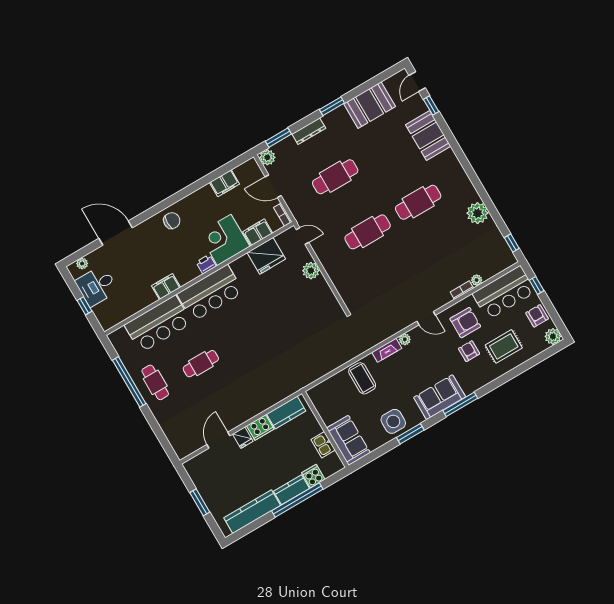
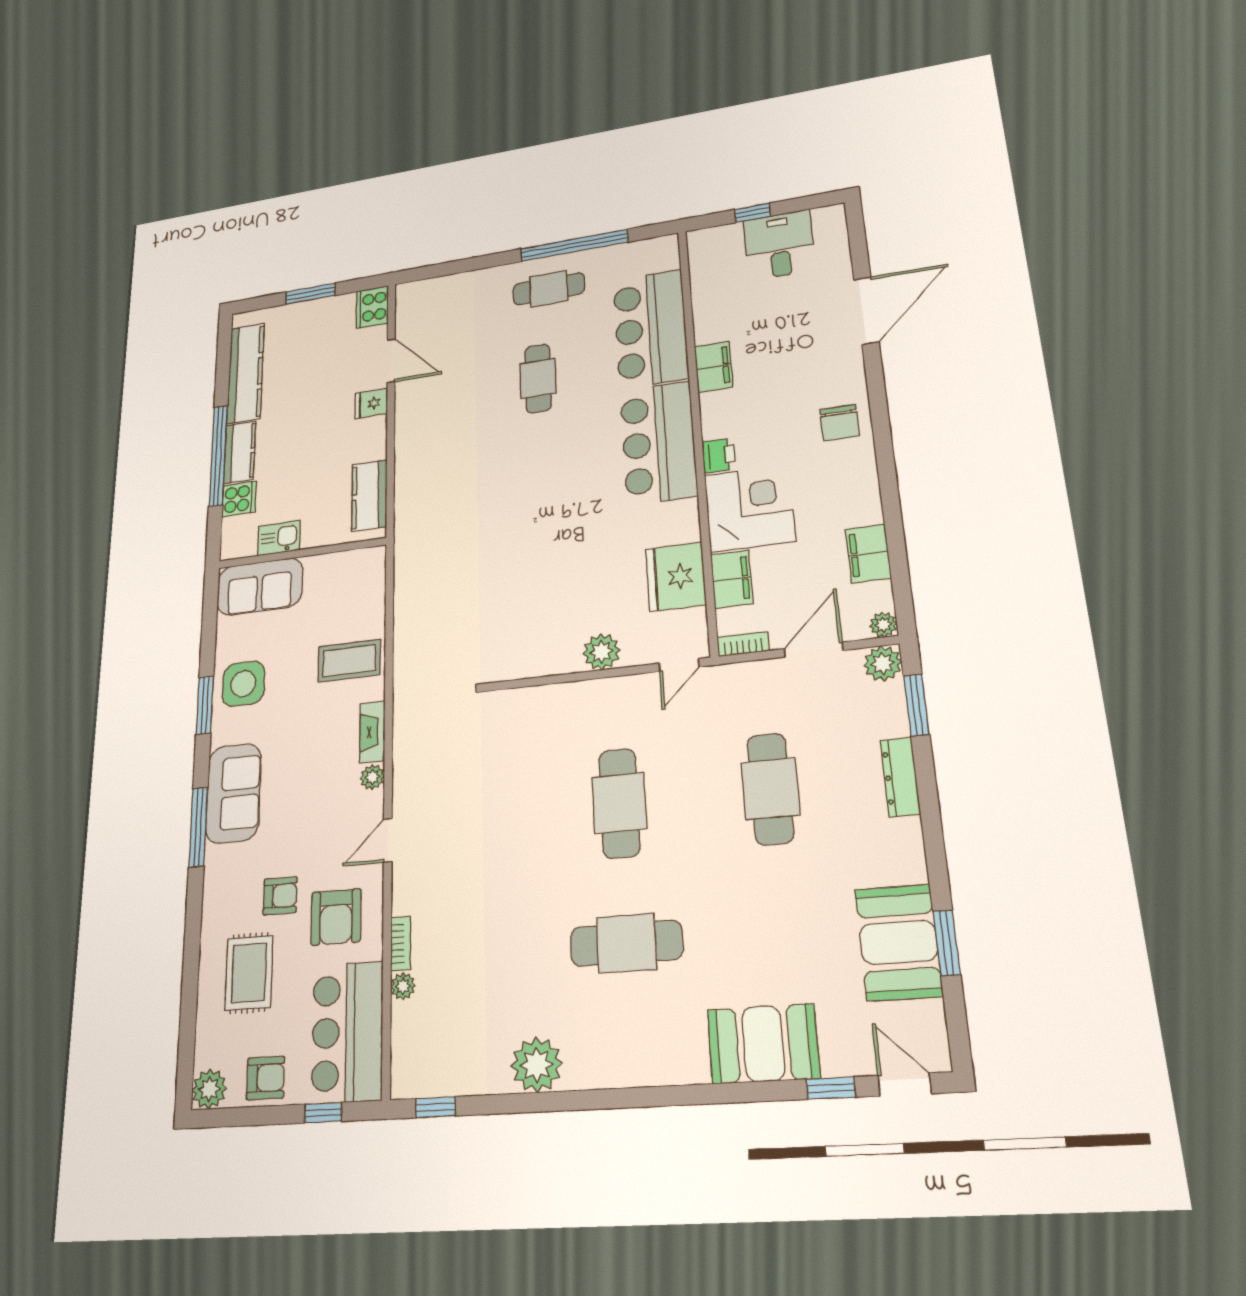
window: (332, 106) -> (947, 943), moved
cafe table: (418, 202) -> (626, 943), turned 90
plant: (82, 264) -> (883, 625), moved
cooker: (260, 427) -> (372, 307), moved

